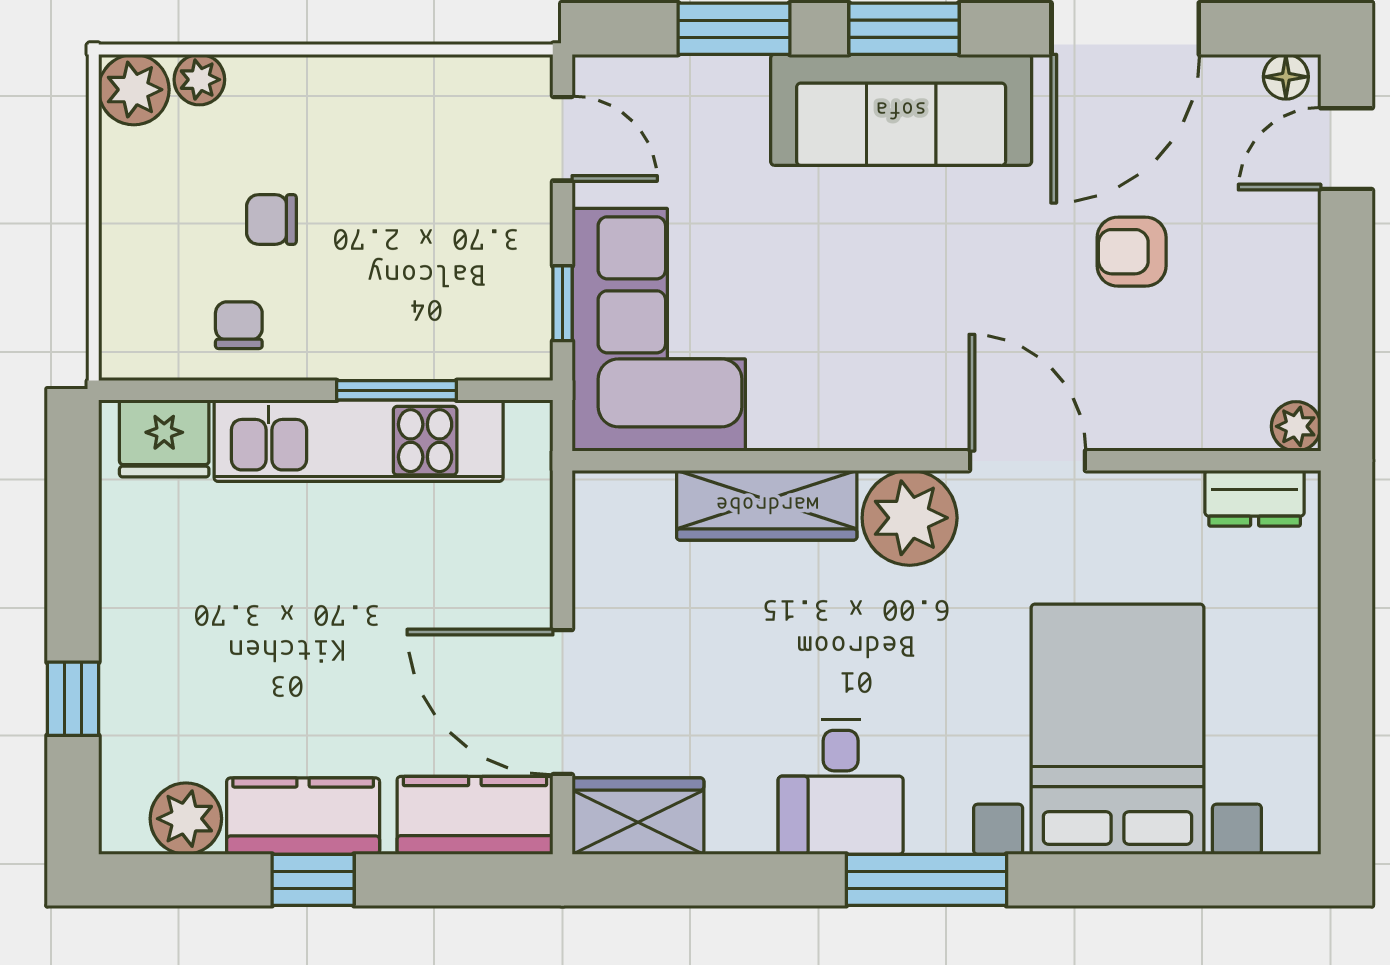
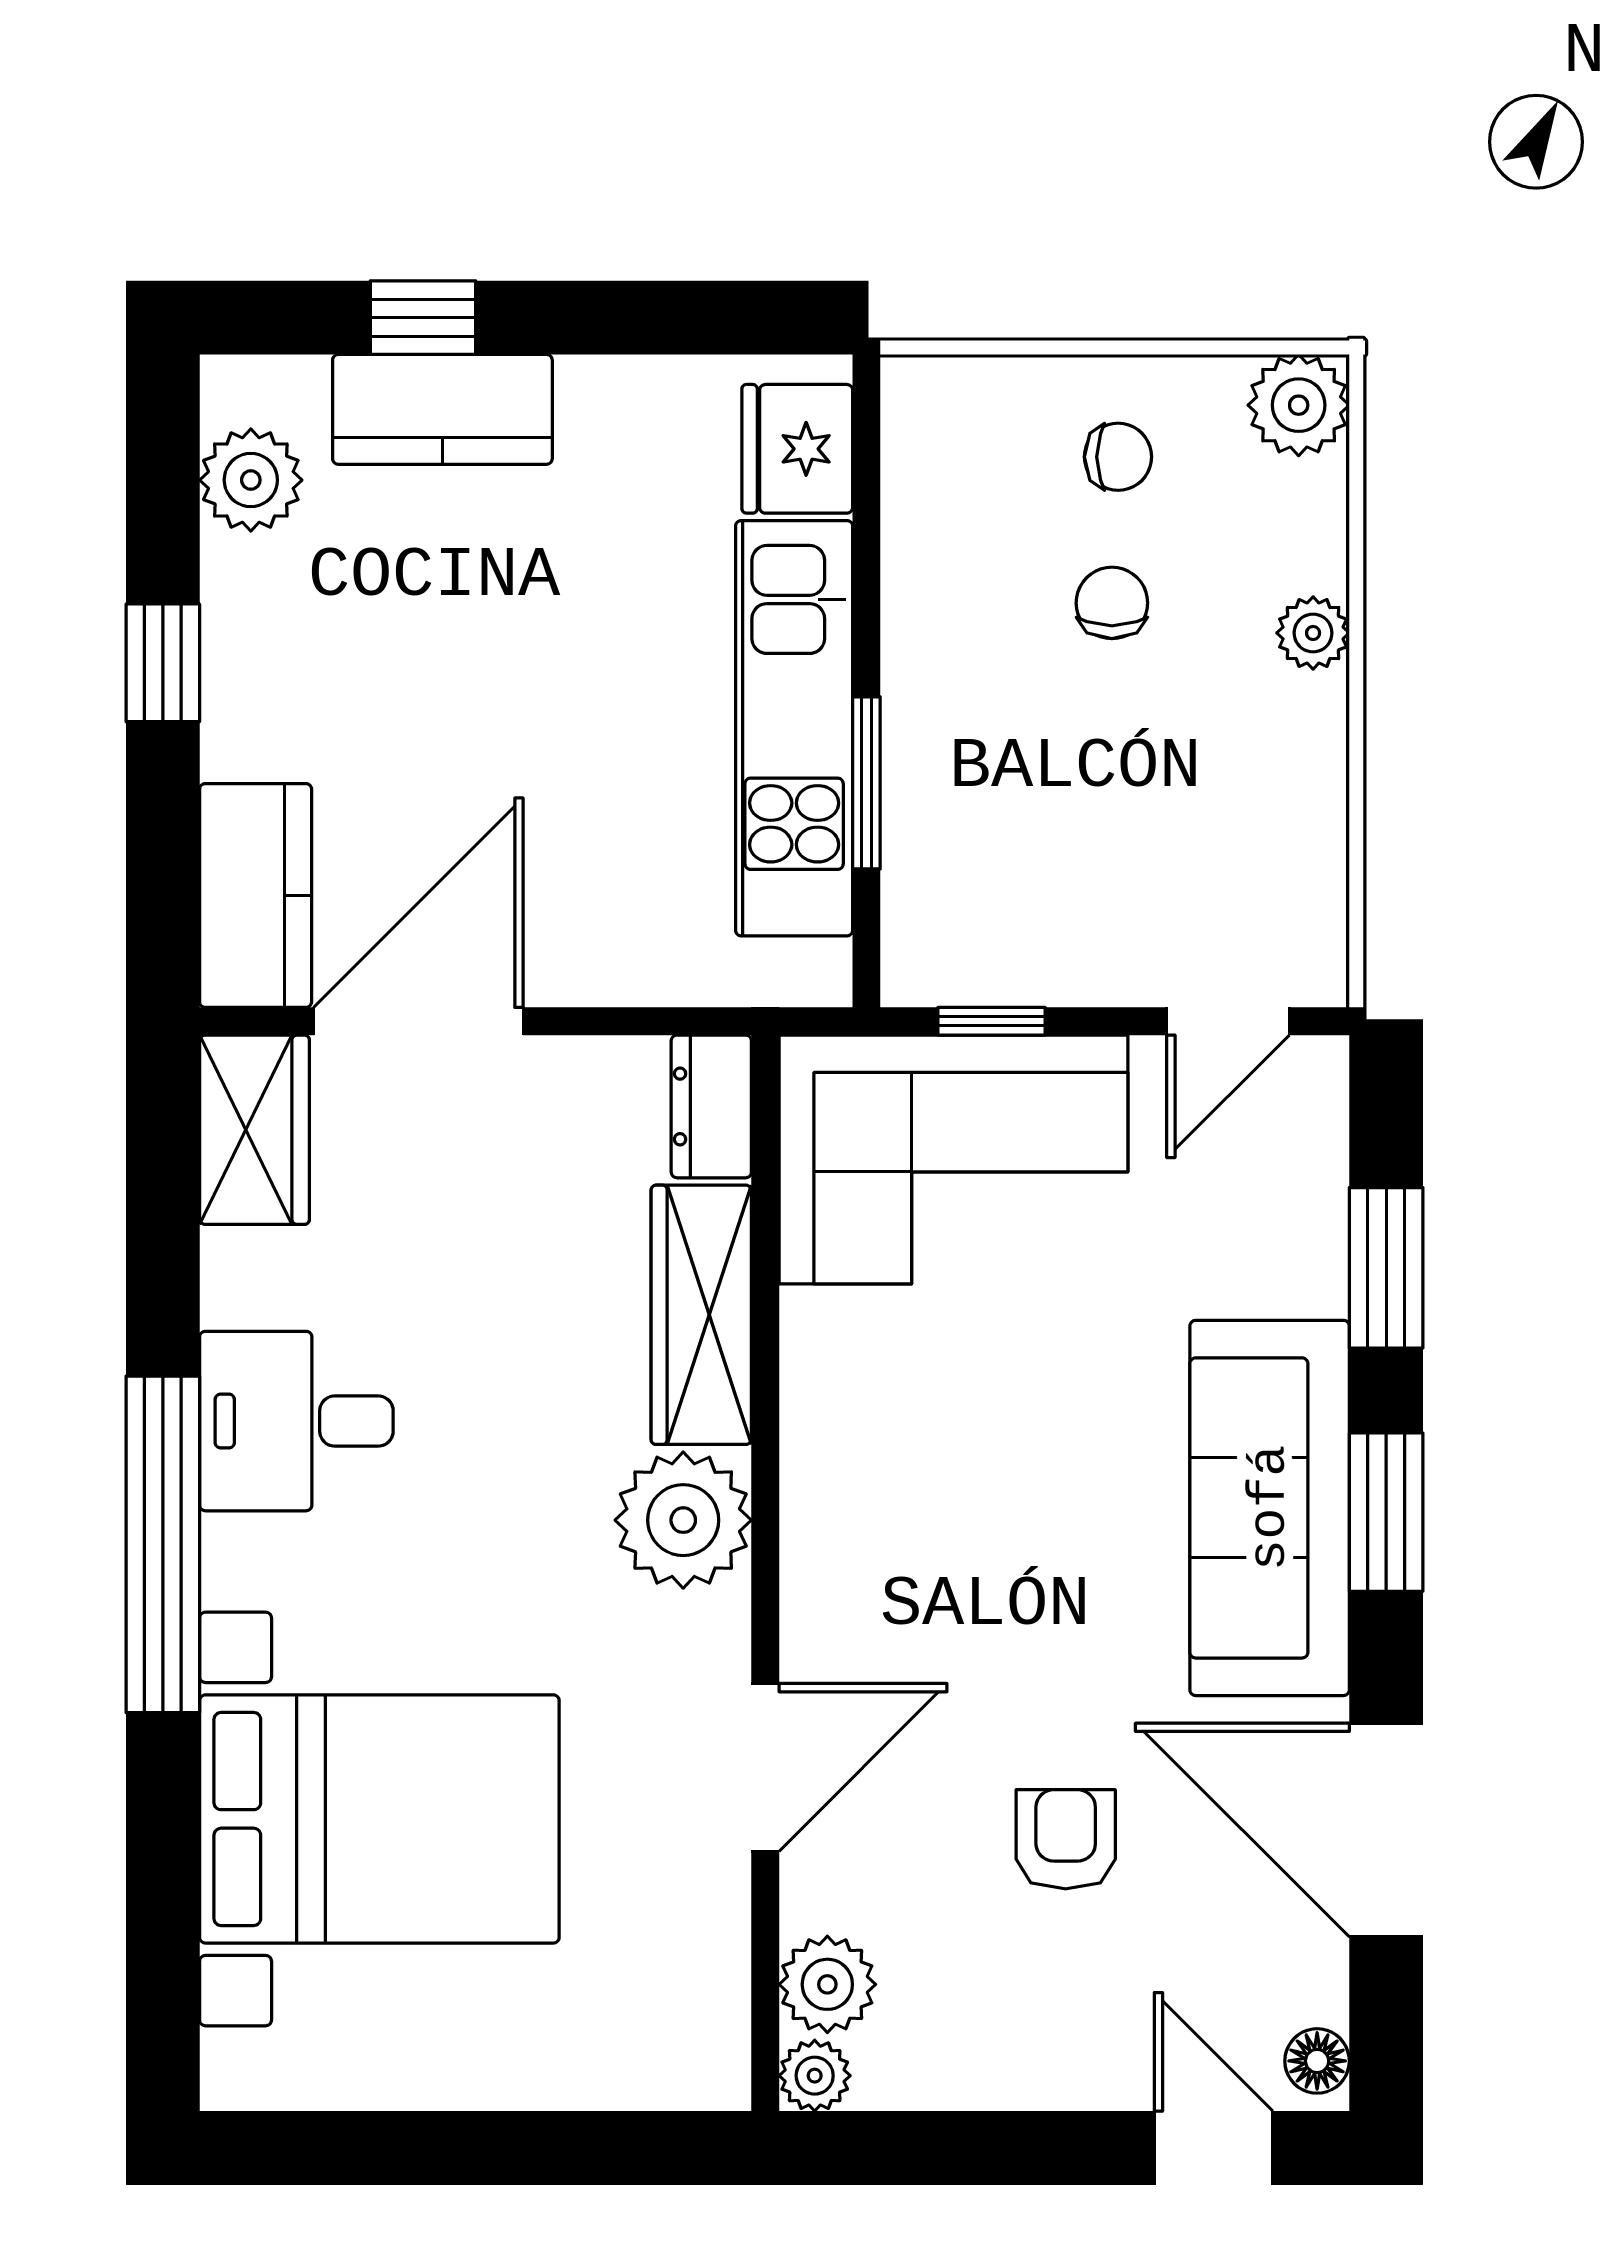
plant: (199, 80) -> (1313, 633), moved
chair: (239, 325) -> (1118, 457), moved
plant: (1233, 417) -> (827, 1984), added
door: (1027, 461) -> (765, 1767), moved
dresser: (1255, 498) -> (711, 1106), moved
kitchen counter: (303, 816) -> (442, 409), moved, turned 90
window: (926, 880) -> (163, 1544), width x1.46

